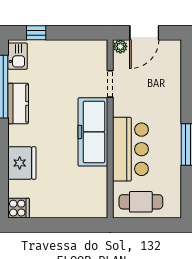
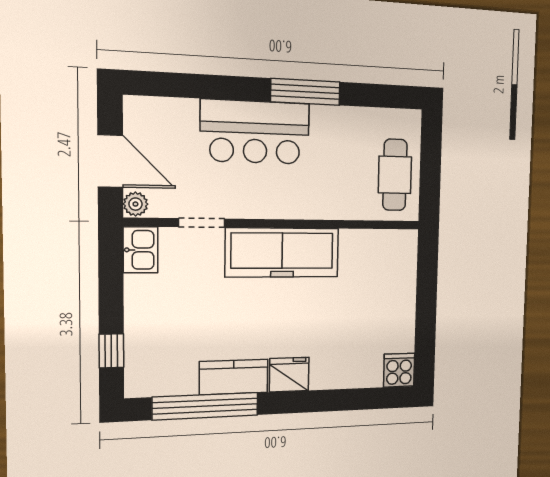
kitchen sink: (18, 56) -> (141, 250), moved, turned 90
bar counter: (130, 149) -> (255, 132), moved, turned 180
fridge: (22, 163) -> (289, 375), moved, width x0.73, depth x0.75

